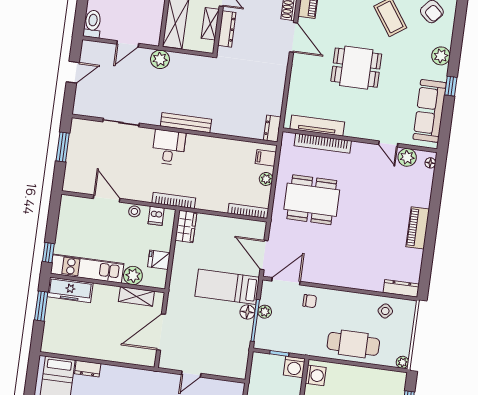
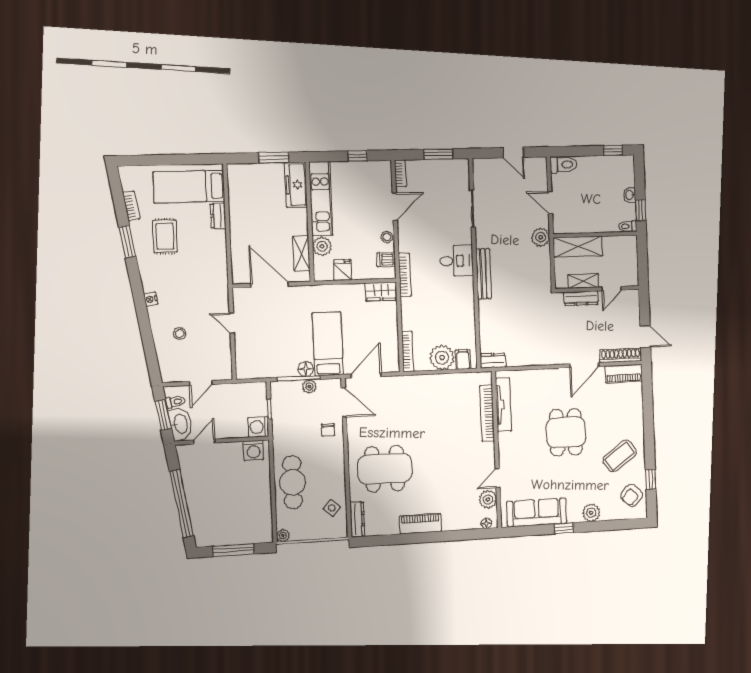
plant: (266, 179) -> (442, 358), width x1.87, depth x1.87
bookcase: (75, 187) -> (400, 173), added
dining table: (312, 200) -> (385, 469), moved, turned 90
window: (48, 253) -> (358, 156), moved

